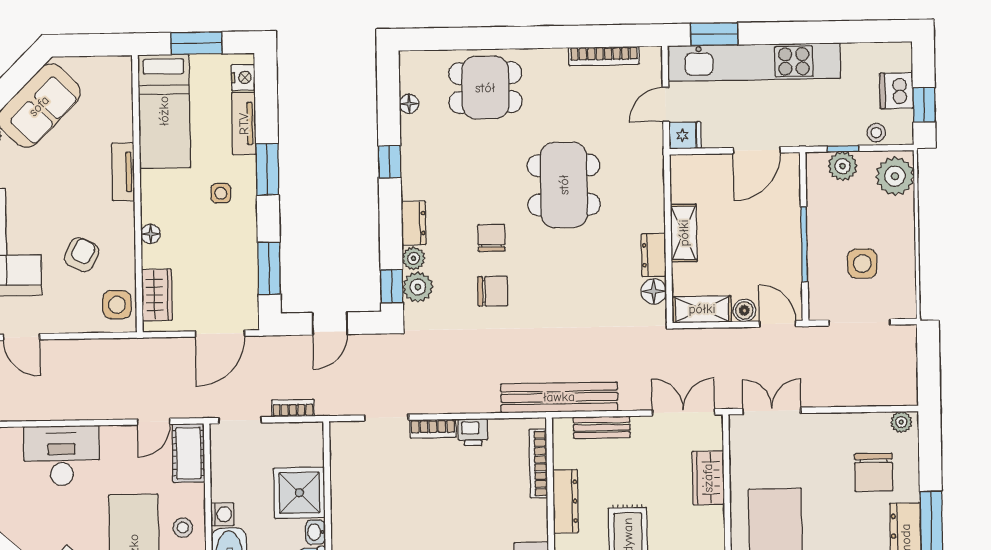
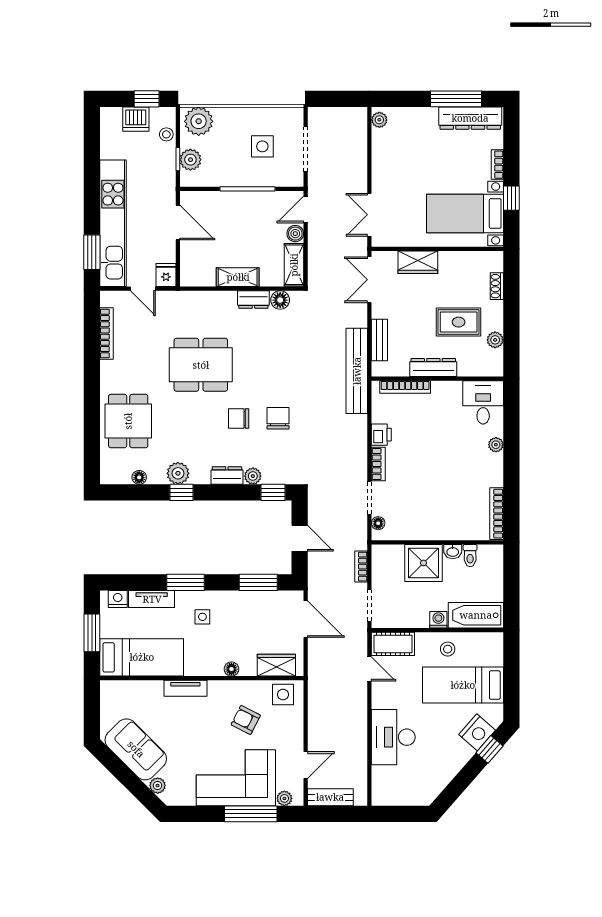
plant: (418, 287) -> (178, 473), moved
floor lamp: (352, 430) -> (378, 523), added
chair: (874, 472) -> (416, 141), removed

